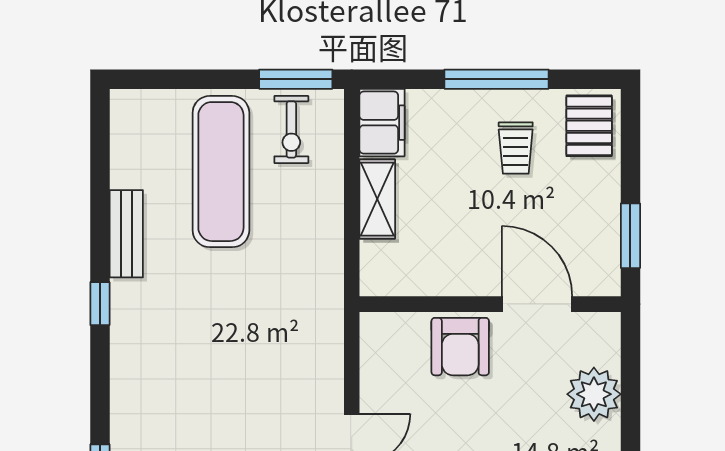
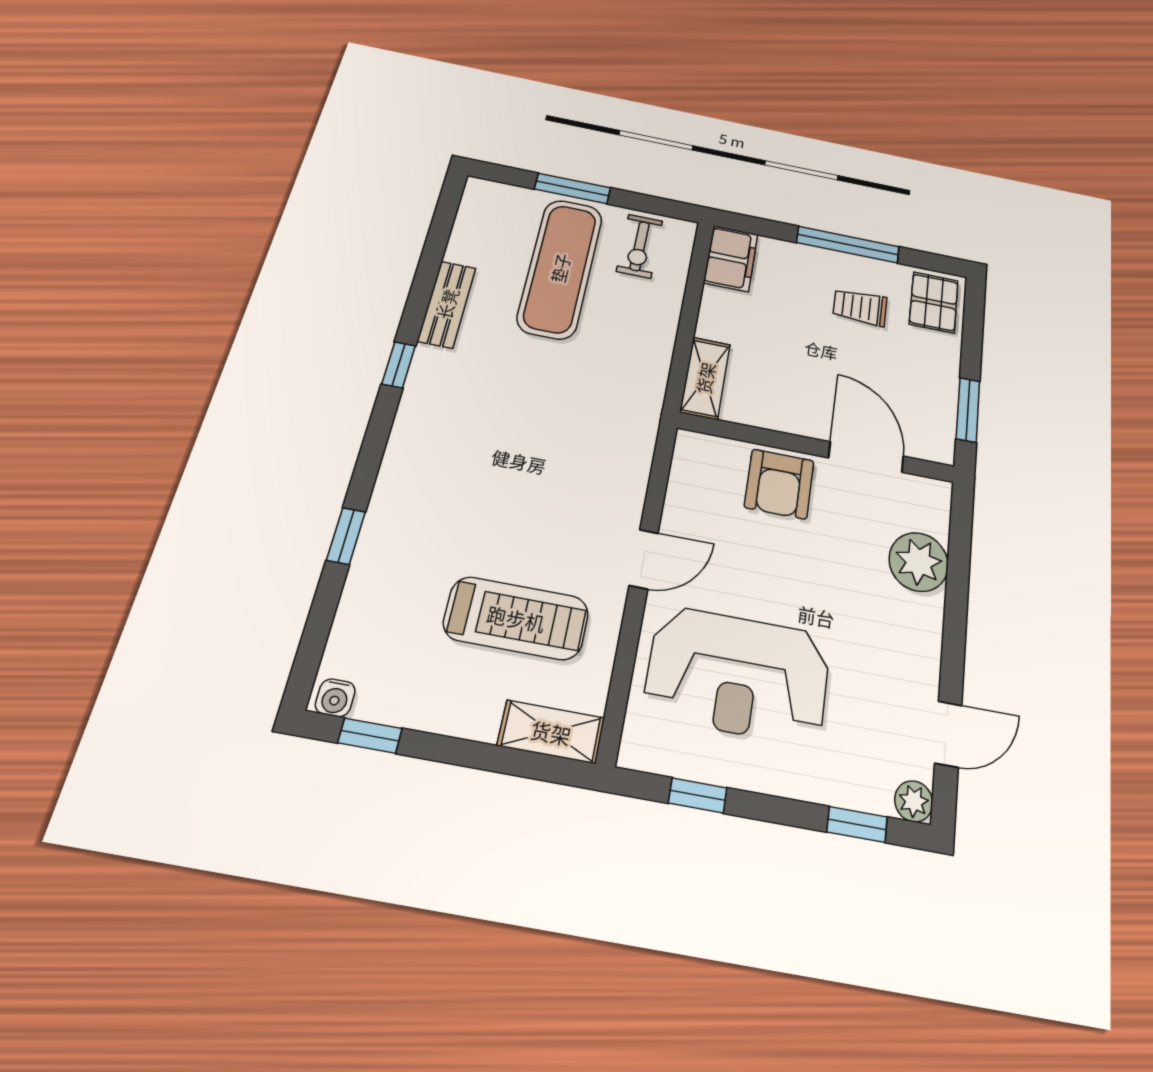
window: (296, 79) -> (573, 188), moved
trolley: (516, 148) -> (860, 307), turned 90
shelving: (377, 199) -> (705, 378), moved

